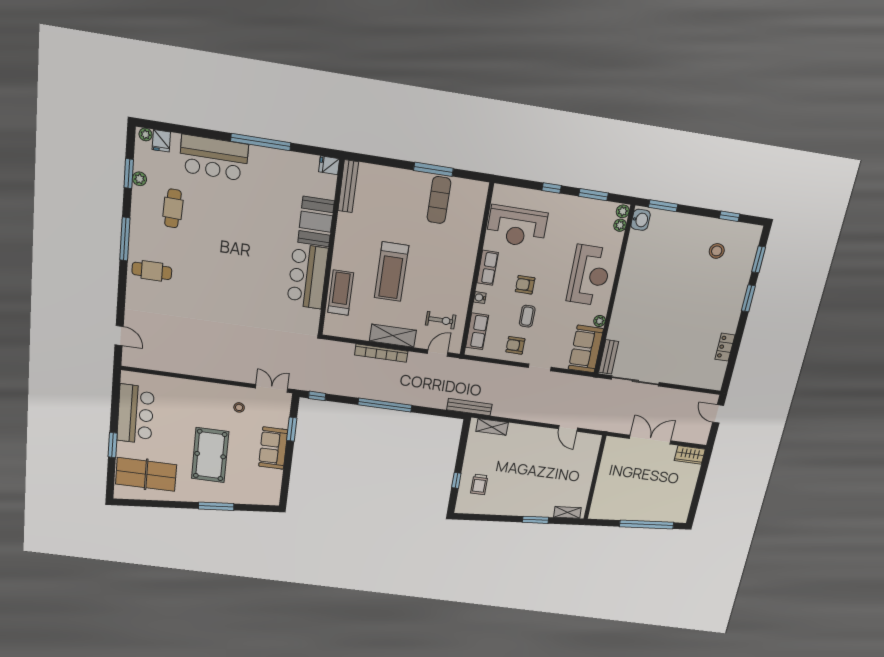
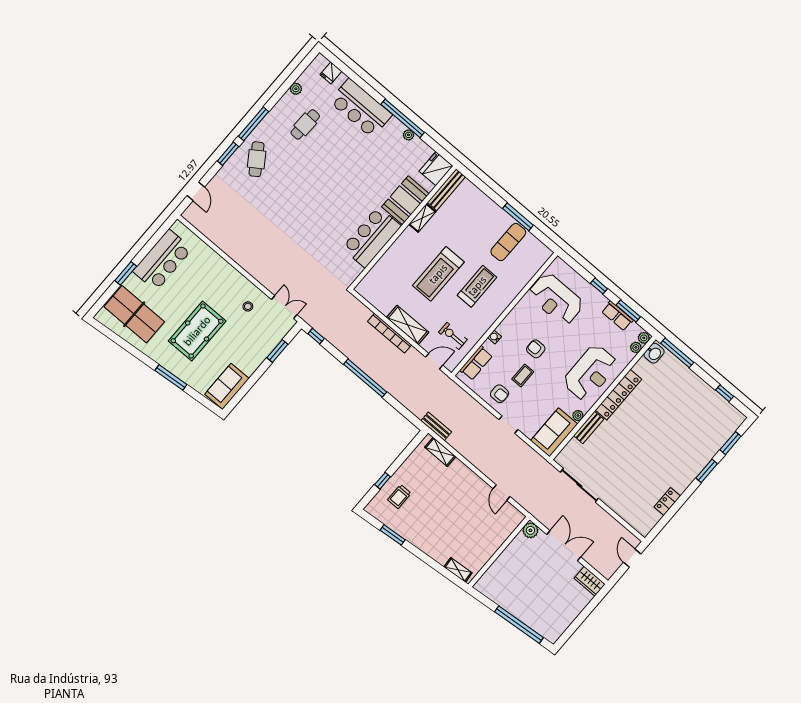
plant: (146, 134) -> (408, 135), moved
fridge: (329, 165) -> (436, 169), width x1.88, depth x1.34
window: (129, 174) -> (228, 154), moved
window: (663, 206) -> (677, 353), width x1.44
shelving: (343, 228) -> (422, 218), added
stool: (717, 251) -> (701, 415), removed
row of seats: (488, 268) -> (617, 316), moved, turned 90
cafe table: (152, 271) -> (257, 159), turned 56
locker: (627, 279) -> (618, 395), added
treadmill: (341, 293) -> (477, 286), moved
exercise bike: (441, 320) -> (453, 336), turned 180
armchair: (515, 345) -> (500, 394), turned 180
bench: (609, 357) -> (589, 427), moved
bench: (469, 407) -> (436, 426), width x0.73
plant: (613, 444) -> (530, 530), added
sofa: (273, 448) -> (227, 386), moved
window: (536, 520) -> (393, 535), moved

